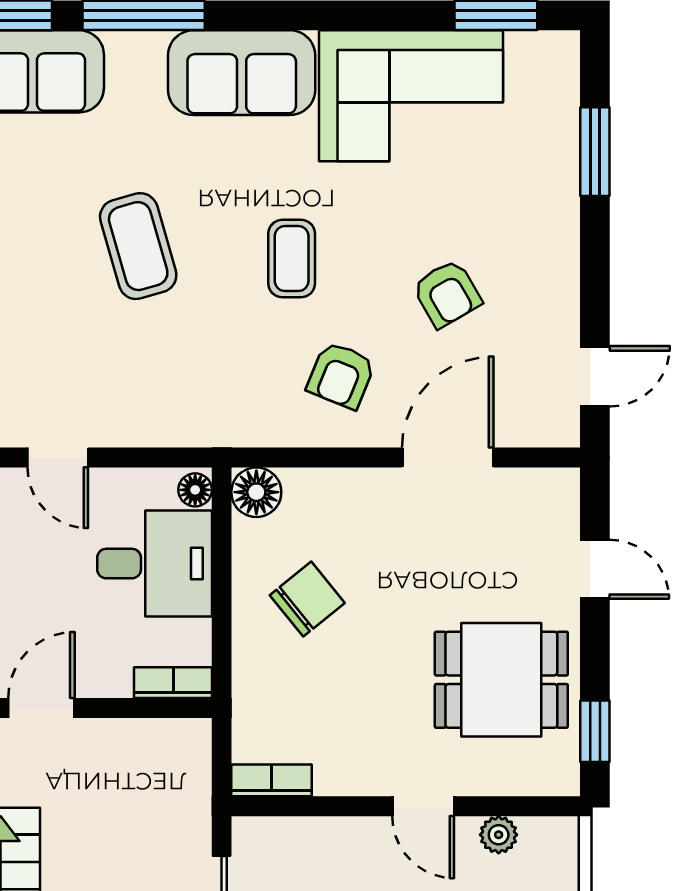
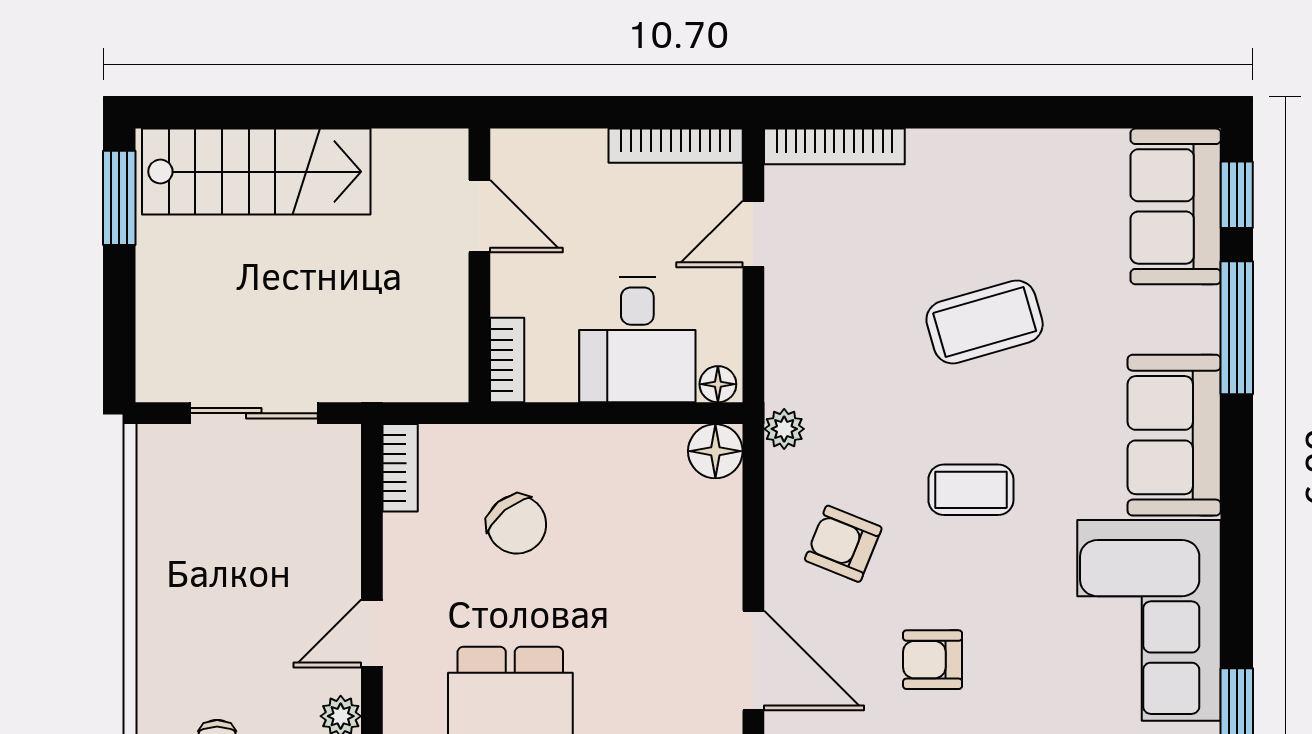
armchair: (447, 294) -> (933, 660), turned 30
plant: (236, 429) -> (784, 429), added
chair: (307, 599) -> (517, 524), moved

